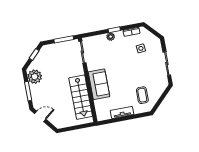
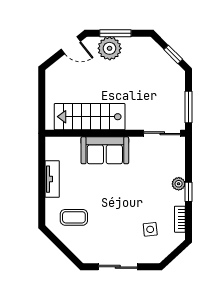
plant: (35, 77) -> (110, 48), moved
door: (40, 116) -> (71, 45), hinge flipped

